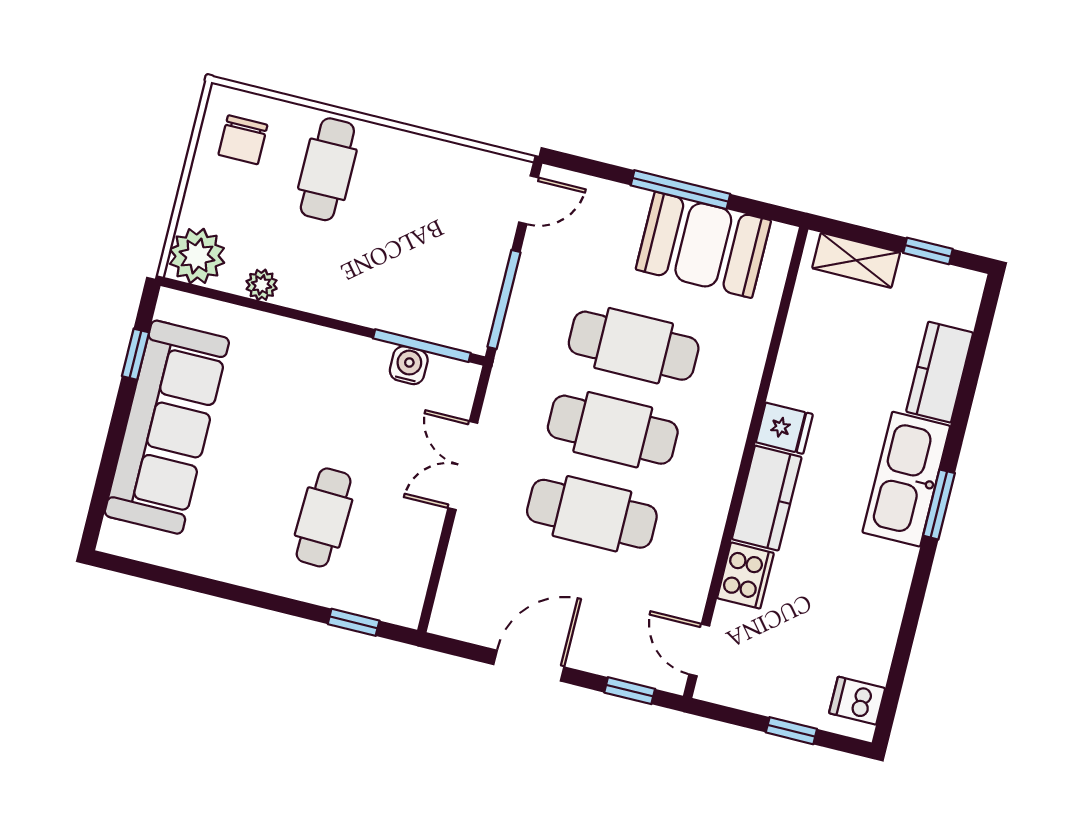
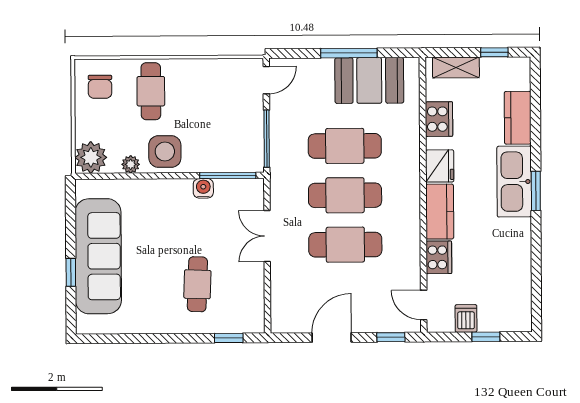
side table: (325, 278) -> (165, 152), added
cooker: (805, 341) -> (439, 119), added
window: (135, 354) -> (71, 272), moved
water cooler: (409, 365) -> (203, 188), moved
fridge: (784, 428) -> (440, 166), width x1.38
dishwasher: (857, 701) -> (466, 318), moved, turned 90

